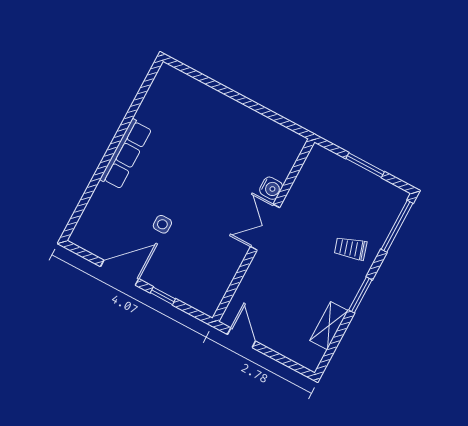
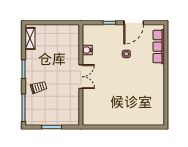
row of seats: (126, 154) -> (159, 47), moved
water cooler: (271, 188) -> (87, 50), moved
shelving: (329, 326) -> (30, 38), moved
door: (242, 338) -> (65, 23), removed

